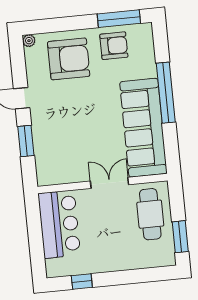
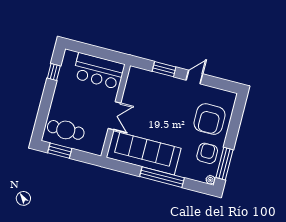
plant: (29, 41) -> (210, 180), moved
armchair: (114, 46) -> (207, 153), turned 180
cafe table: (150, 214) -> (66, 130), moved

